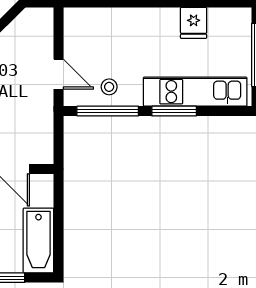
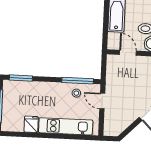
kitchen unit: (195, 92) -> (66, 126), moved, turned 180
window: (174, 111) -> (21, 78), moved

